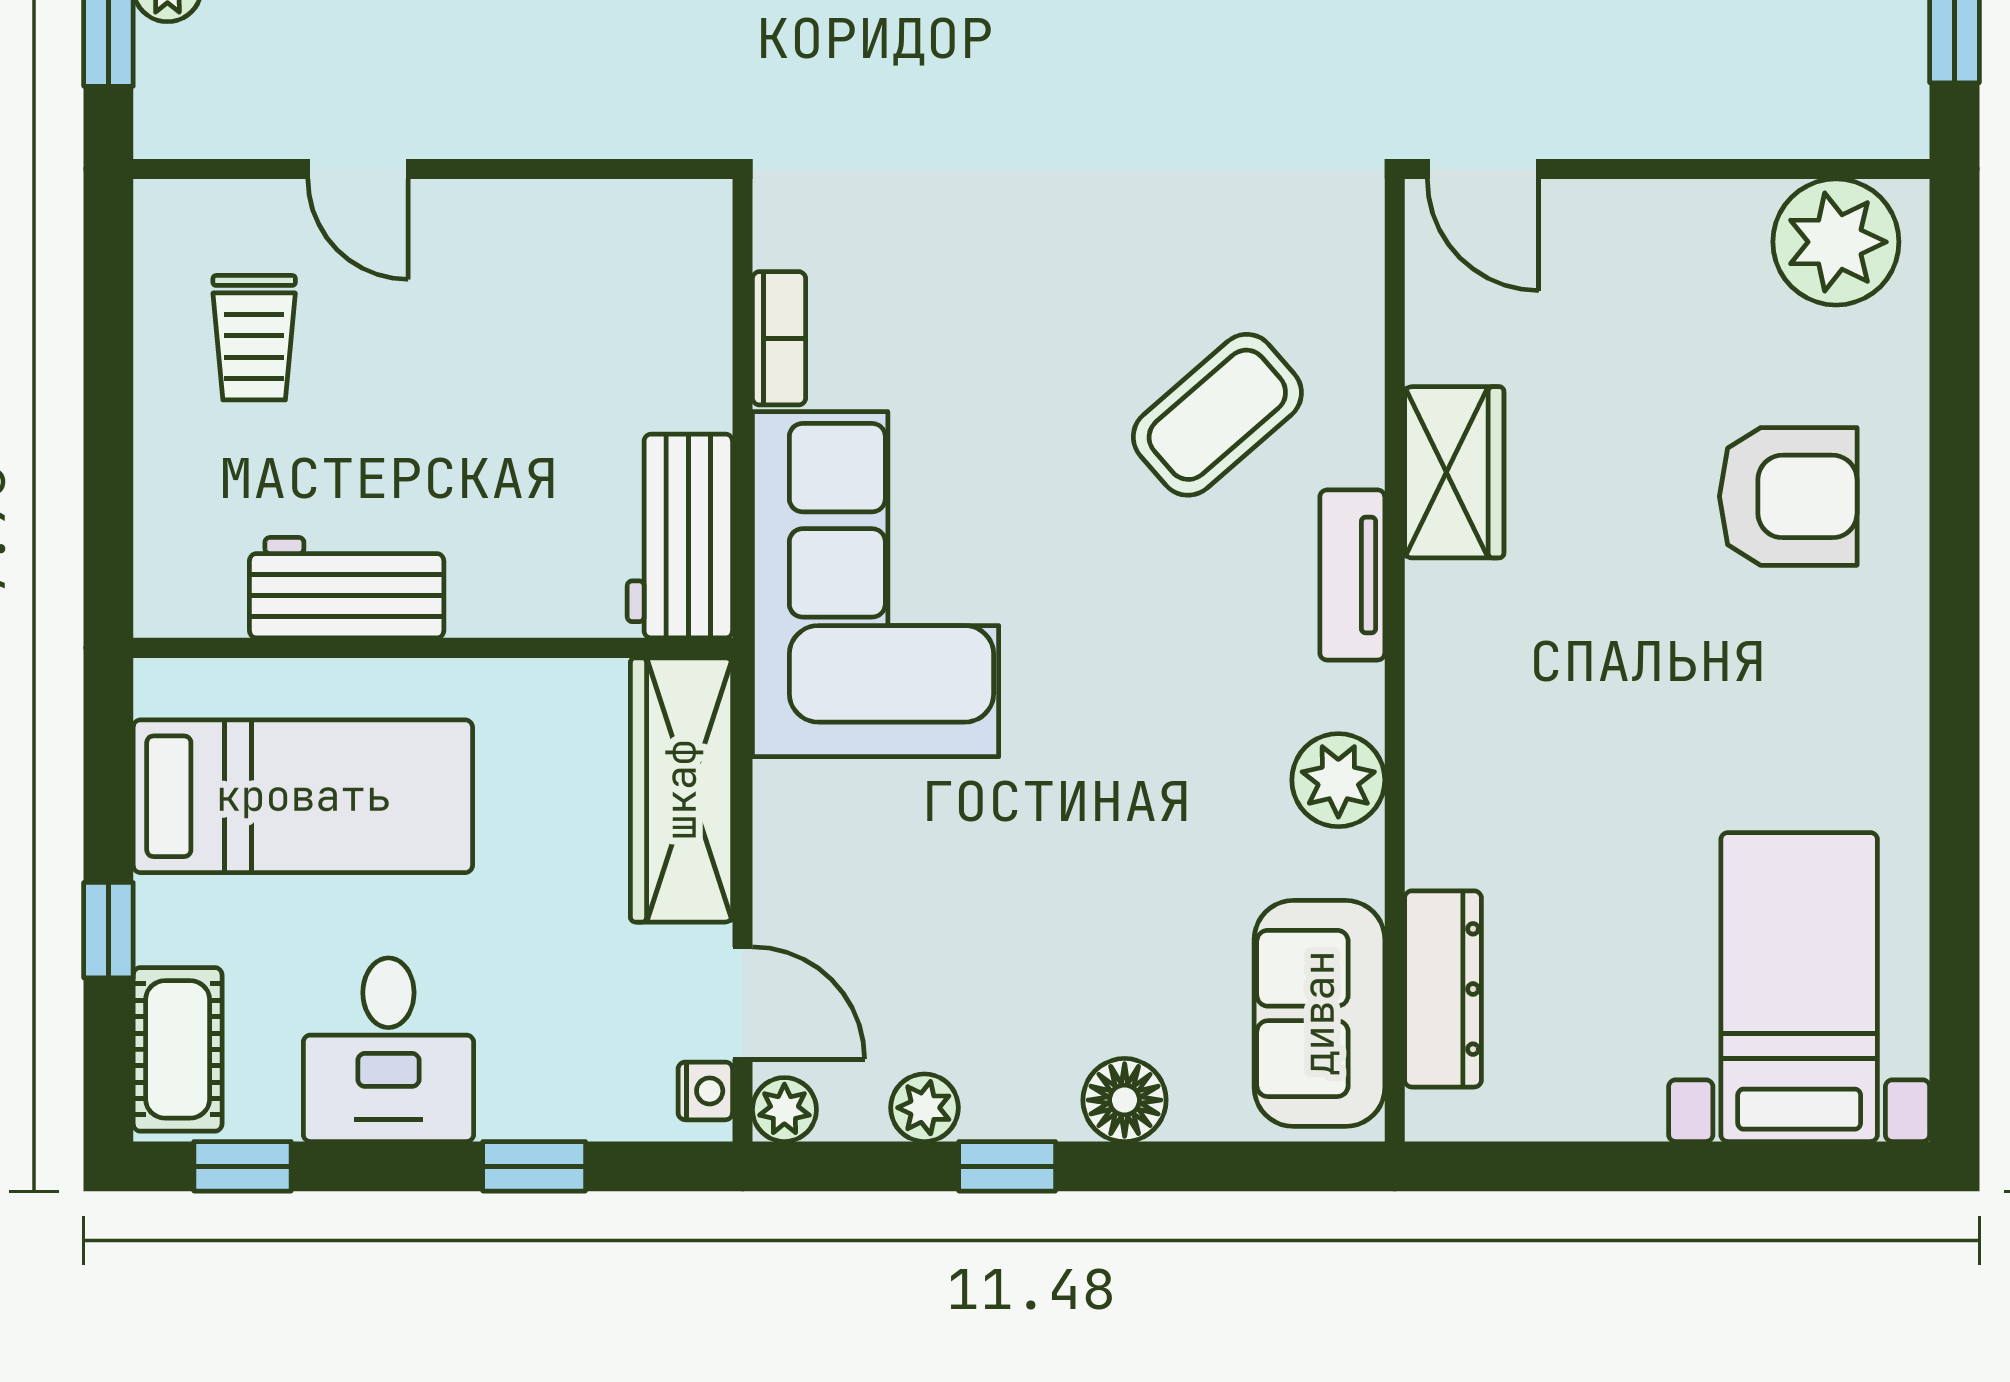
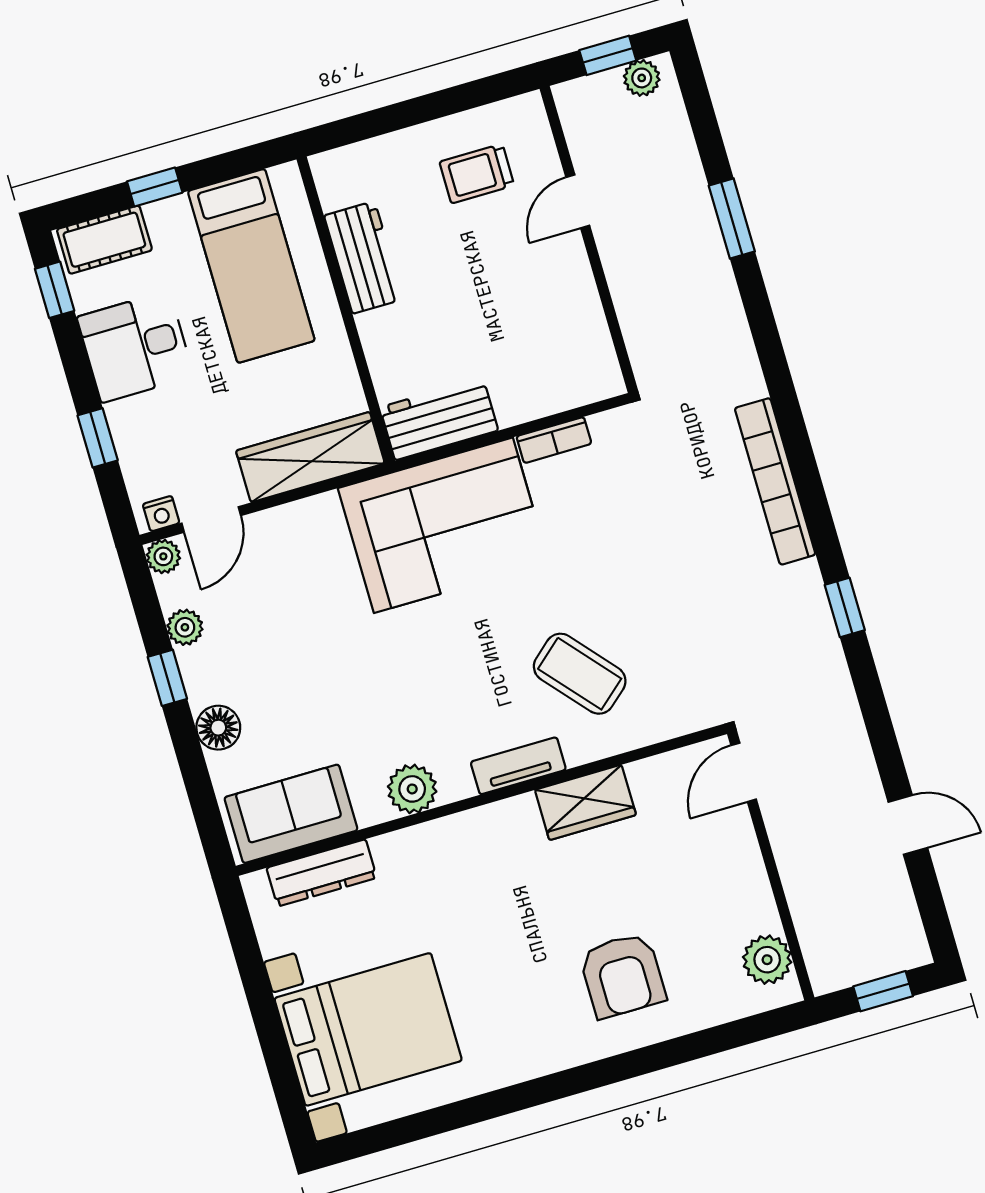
plant: (1836, 242) -> (767, 960), width x0.73, depth x0.73
bed with nightstands: (1799, 987) -> (368, 1029), width x1.36

